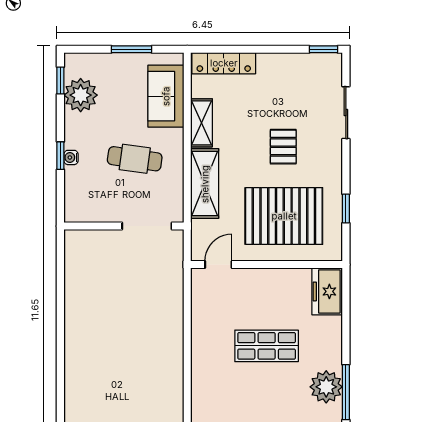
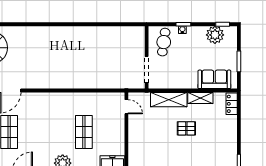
locker: (224, 63) -> (232, 104), width x0.66
pallet: (283, 147) -> (186, 128), moved
cafe table: (135, 159) -> (164, 42), moved
pallet: (284, 216) -> (152, 141), removed

